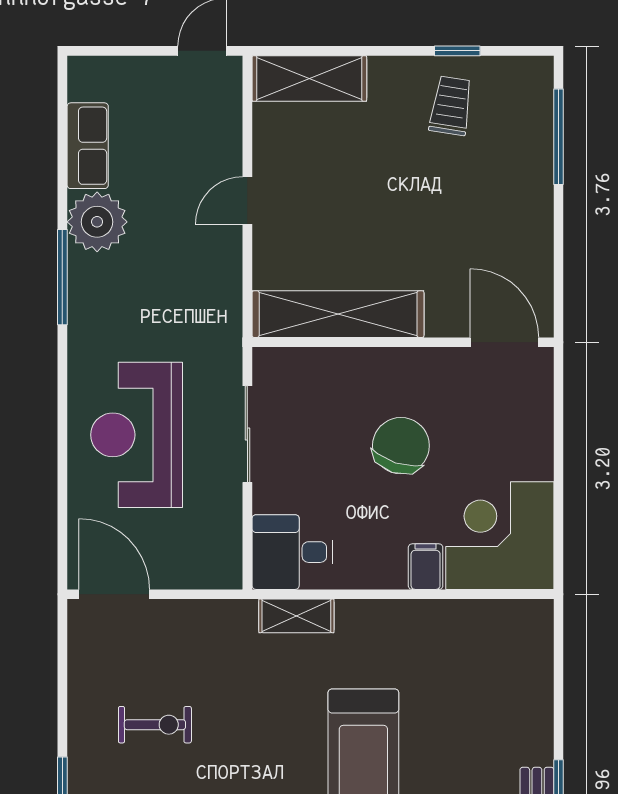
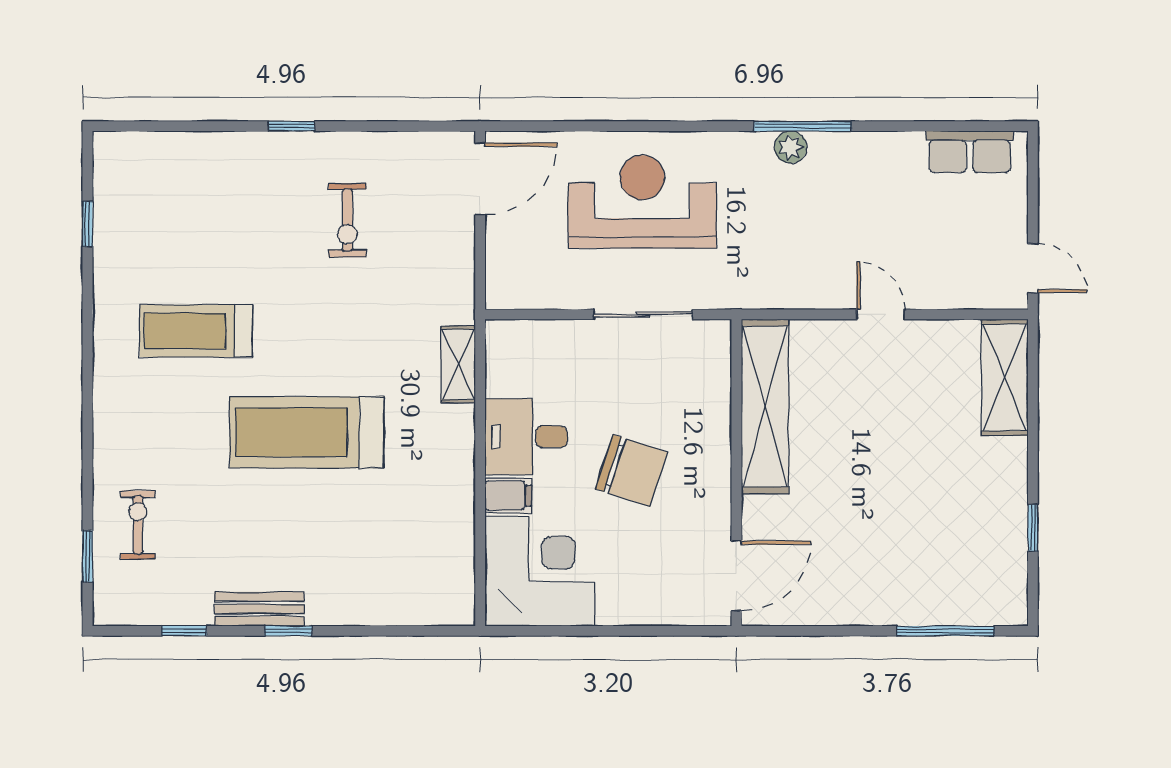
trolley: (451, 106) -> (977, 521), removed
row of seats: (88, 146) -> (970, 152), moved
plant: (97, 222) -> (791, 147), moved, width x0.53, depth x0.53
desk: (293, 552) -> (526, 437), moved, turned -90

